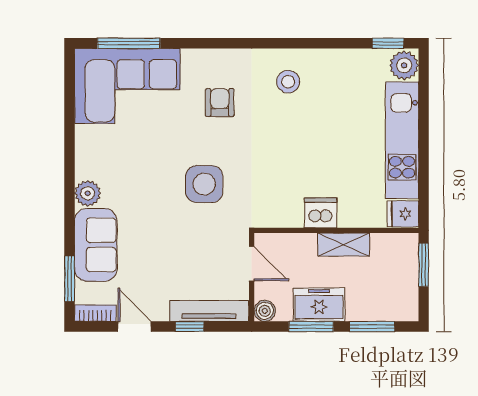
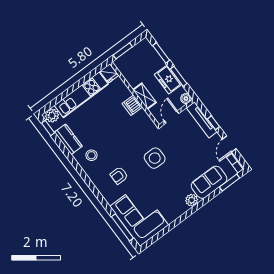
kitchen counter: (344, 63) -> (68, 139), added
shelving: (344, 245) -> (144, 96), moved

